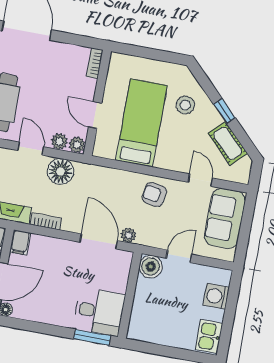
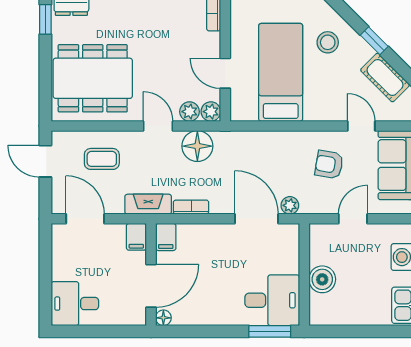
armchair: (154, 194) -> (329, 165), moved
boiler: (151, 267) -> (322, 279), moved

